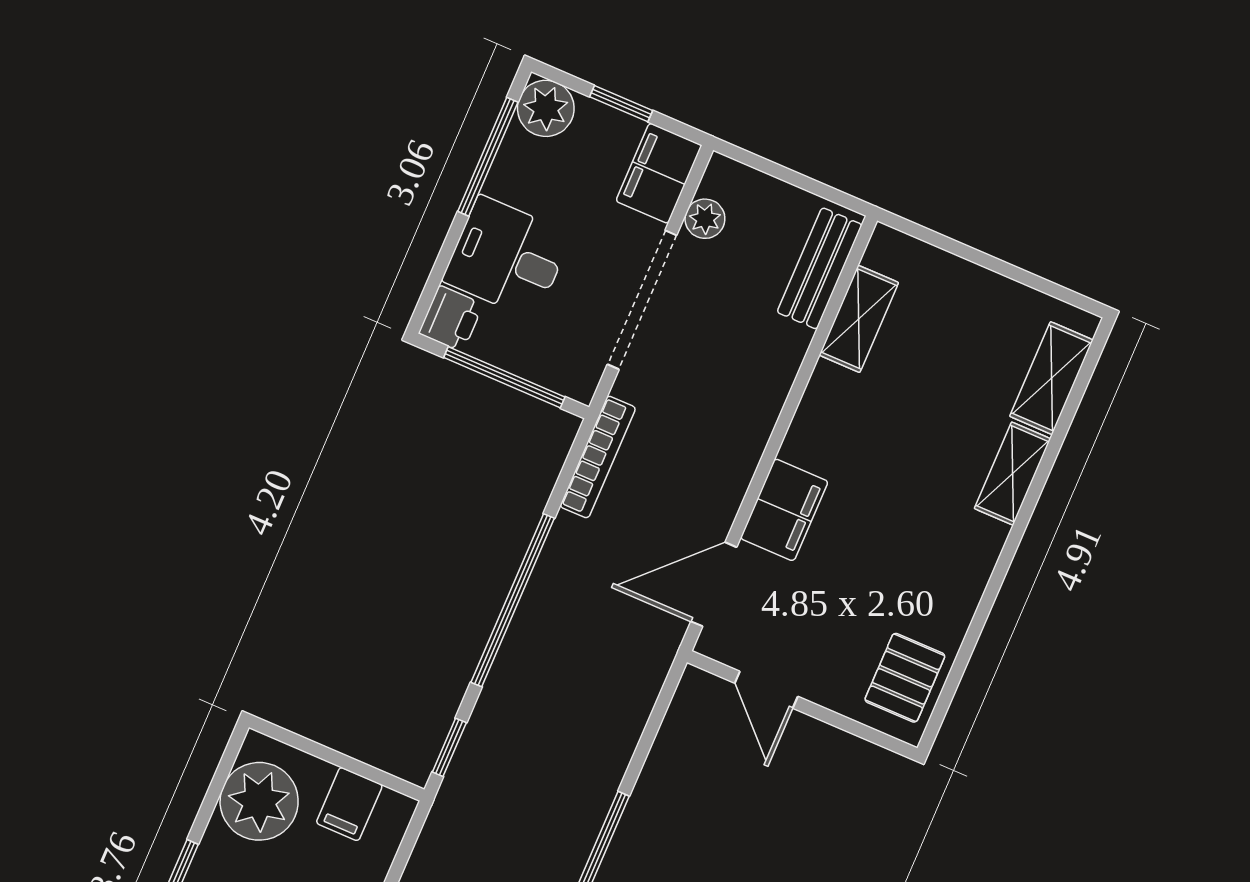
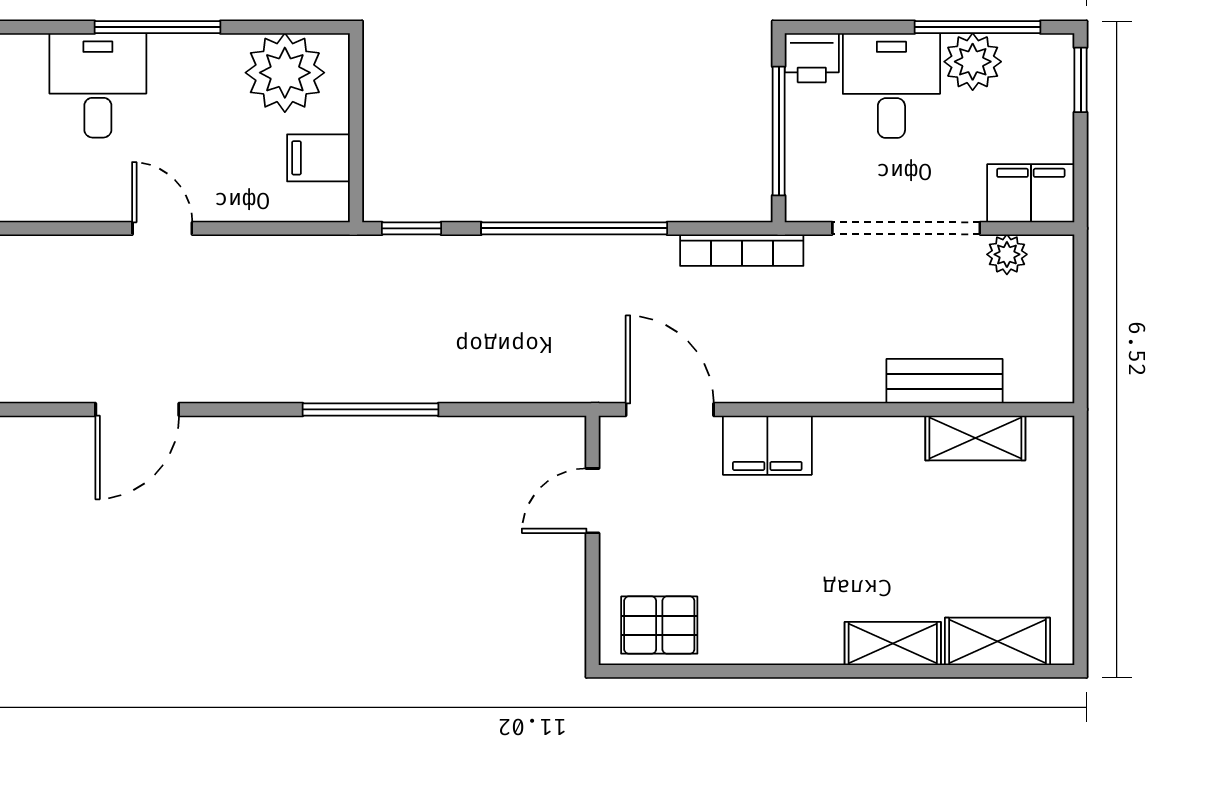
window: (621, 104) -> (1081, 80), moved
plant: (546, 108) -> (973, 62), moved
bench: (820, 268) -> (945, 381), moved

